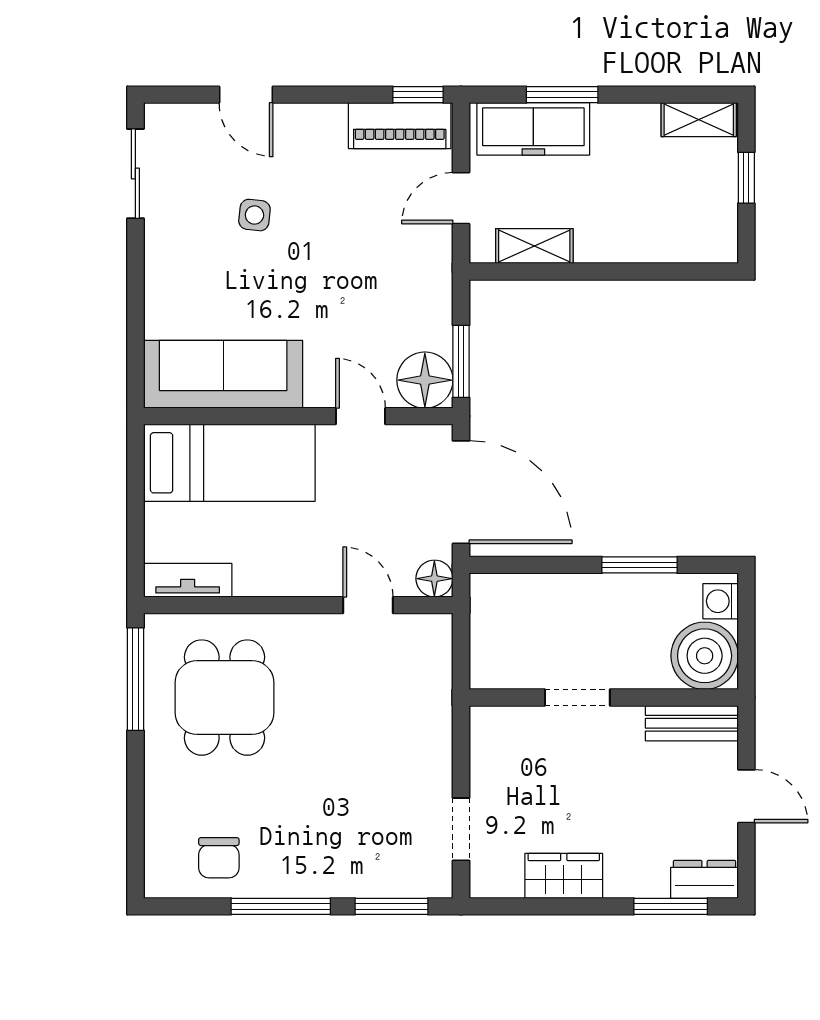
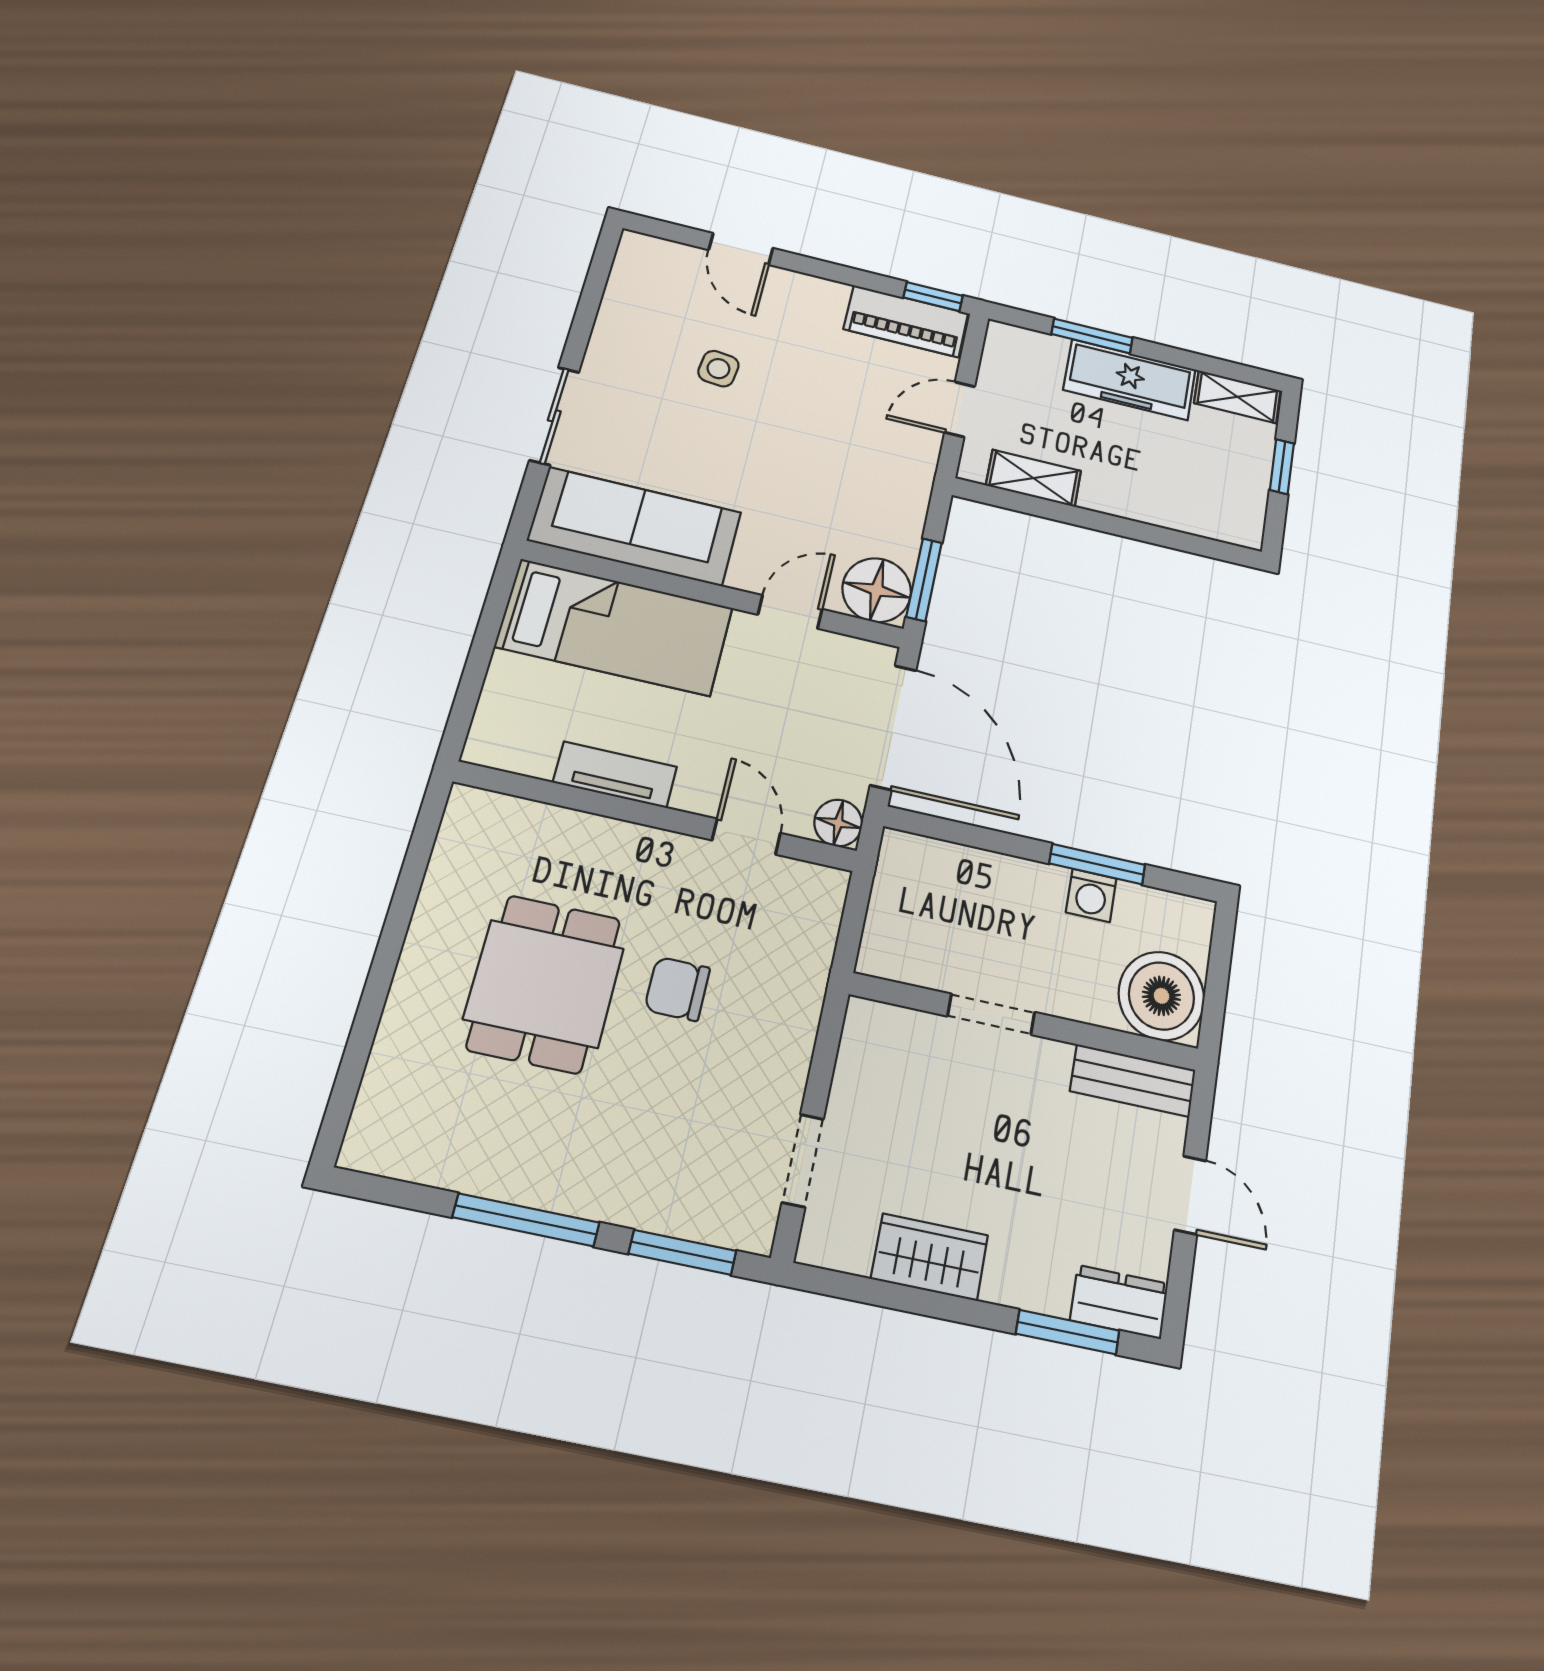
freezer: (533, 129) -> (1130, 380), moved
sliding door: (135, 174) -> (554, 416), moved
door: (361, 416) -> (790, 612), hinge flipped
tv unit: (188, 580) -> (615, 775), moved
washing machine: (721, 601) -> (1091, 895), moved, turned -90
window: (135, 679) -> (416, 863), removed
dining table: (224, 698) -> (544, 984), moved
chair: (219, 858) -> (677, 989), moved, turned 90

